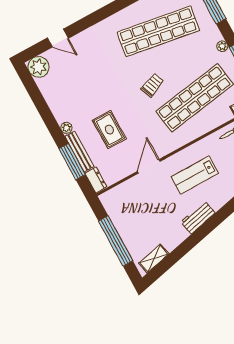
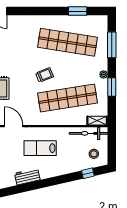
door: (149, 166) -> (14, 126), hinge flipped

